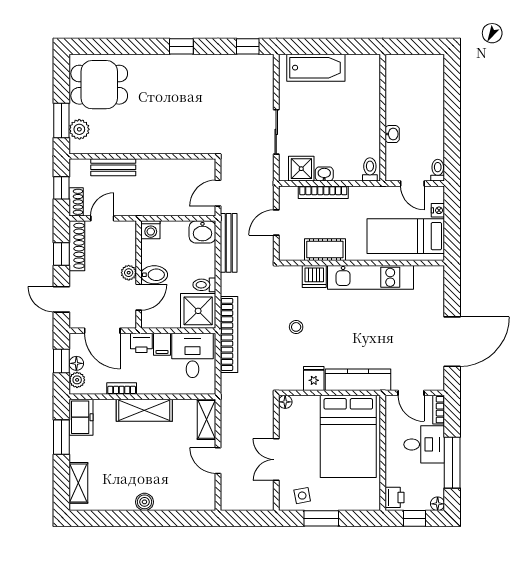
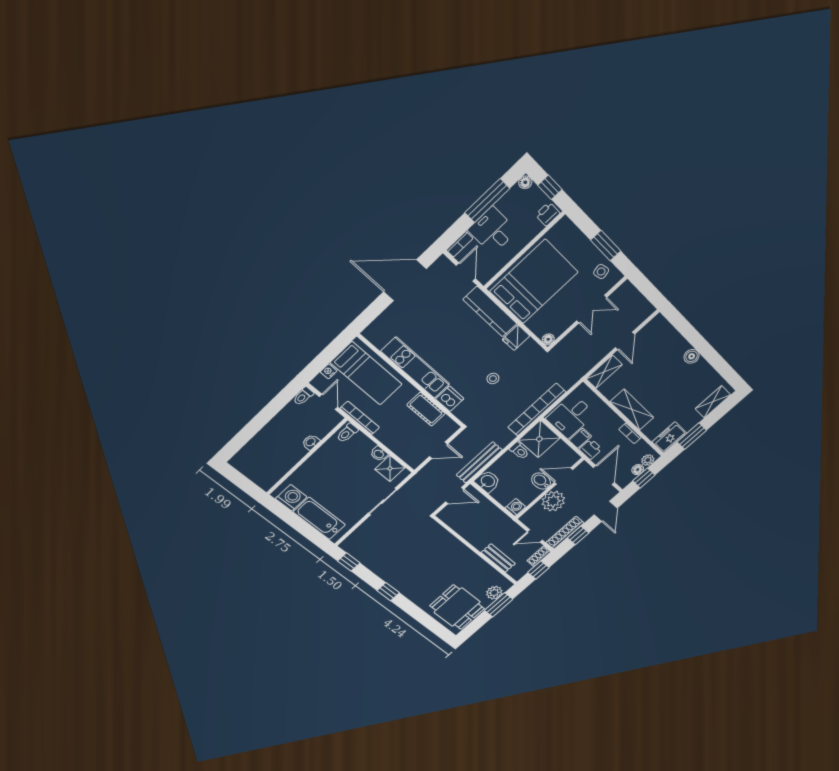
washing machine: (359, 67) -> (291, 498), added
bookcase: (323, 192) -> (360, 418), moved
plant: (129, 273) -> (553, 501), width x1.88, depth x1.88

